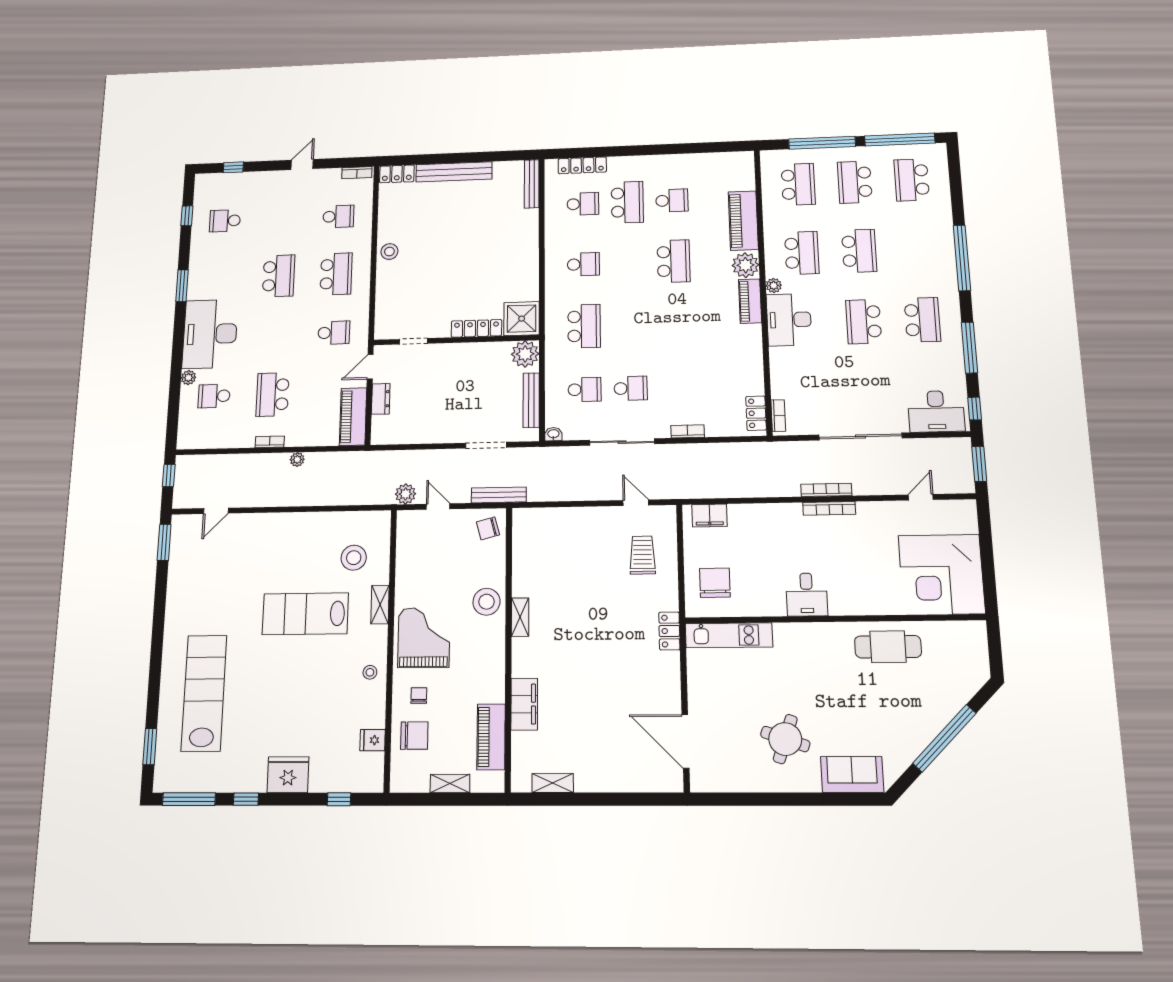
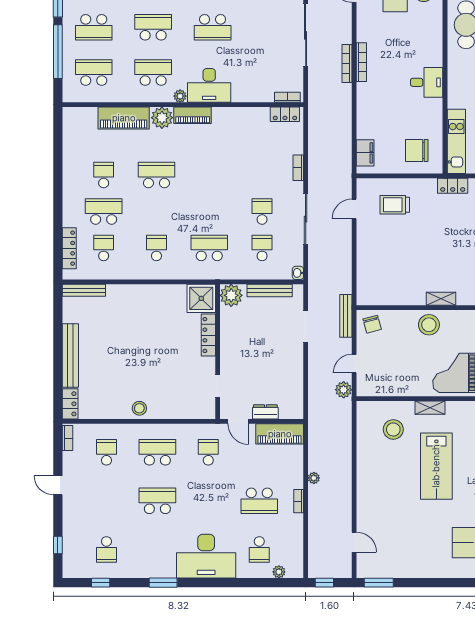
plant: (188, 378) -> (279, 572), moved

